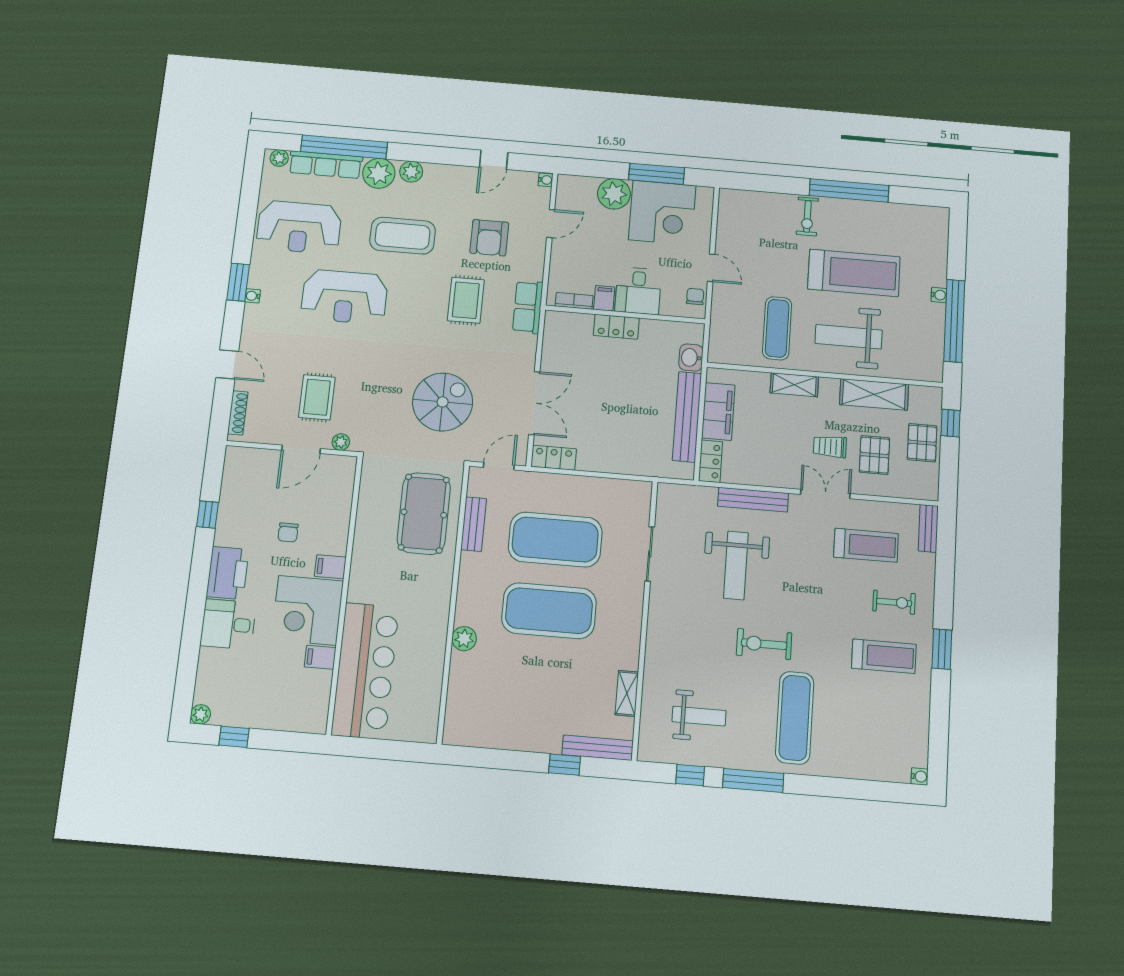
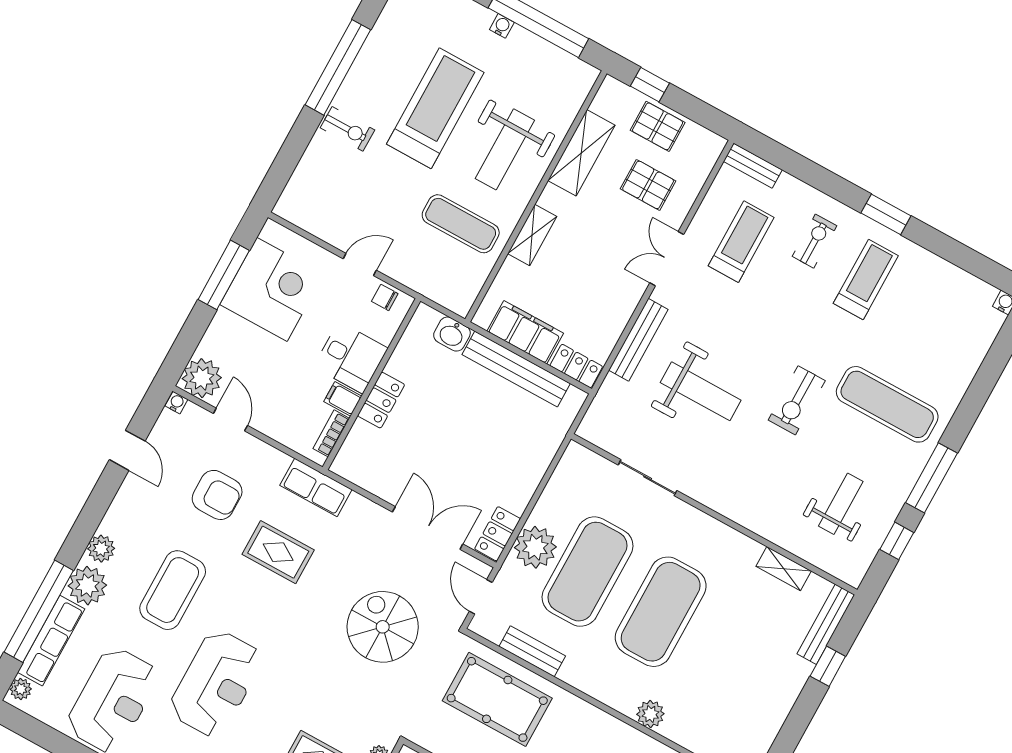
plant: (614, 194) -> (202, 378), moved
trolley: (830, 447) -> (617, 229), removed
plant: (556, 491) -> (535, 547), added

